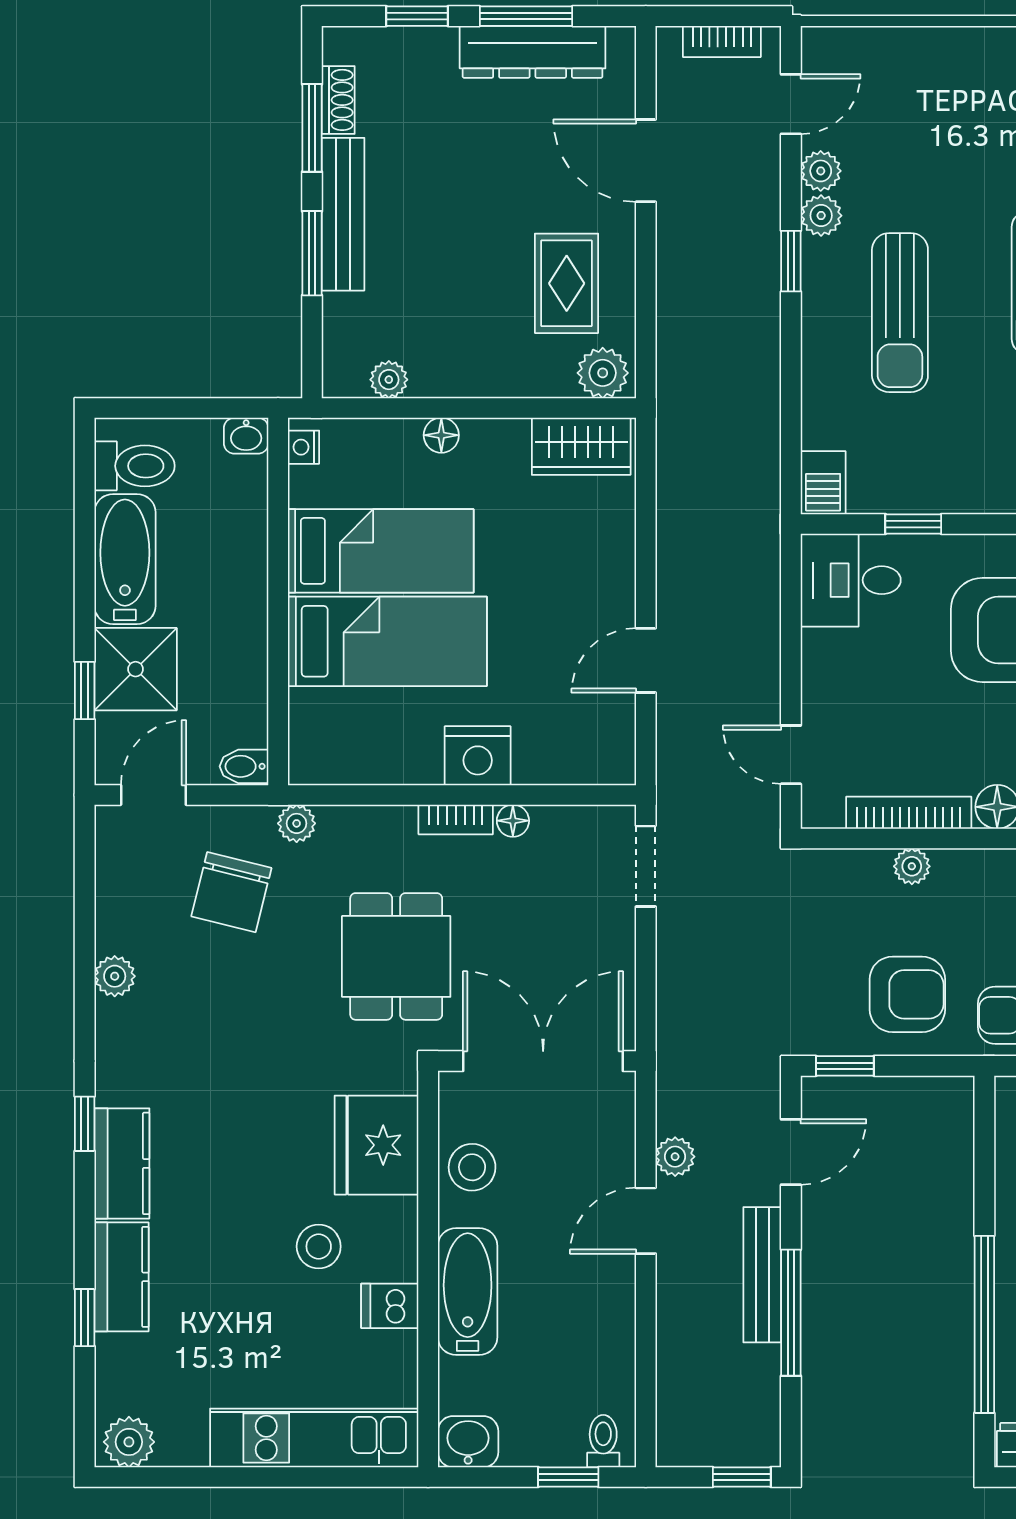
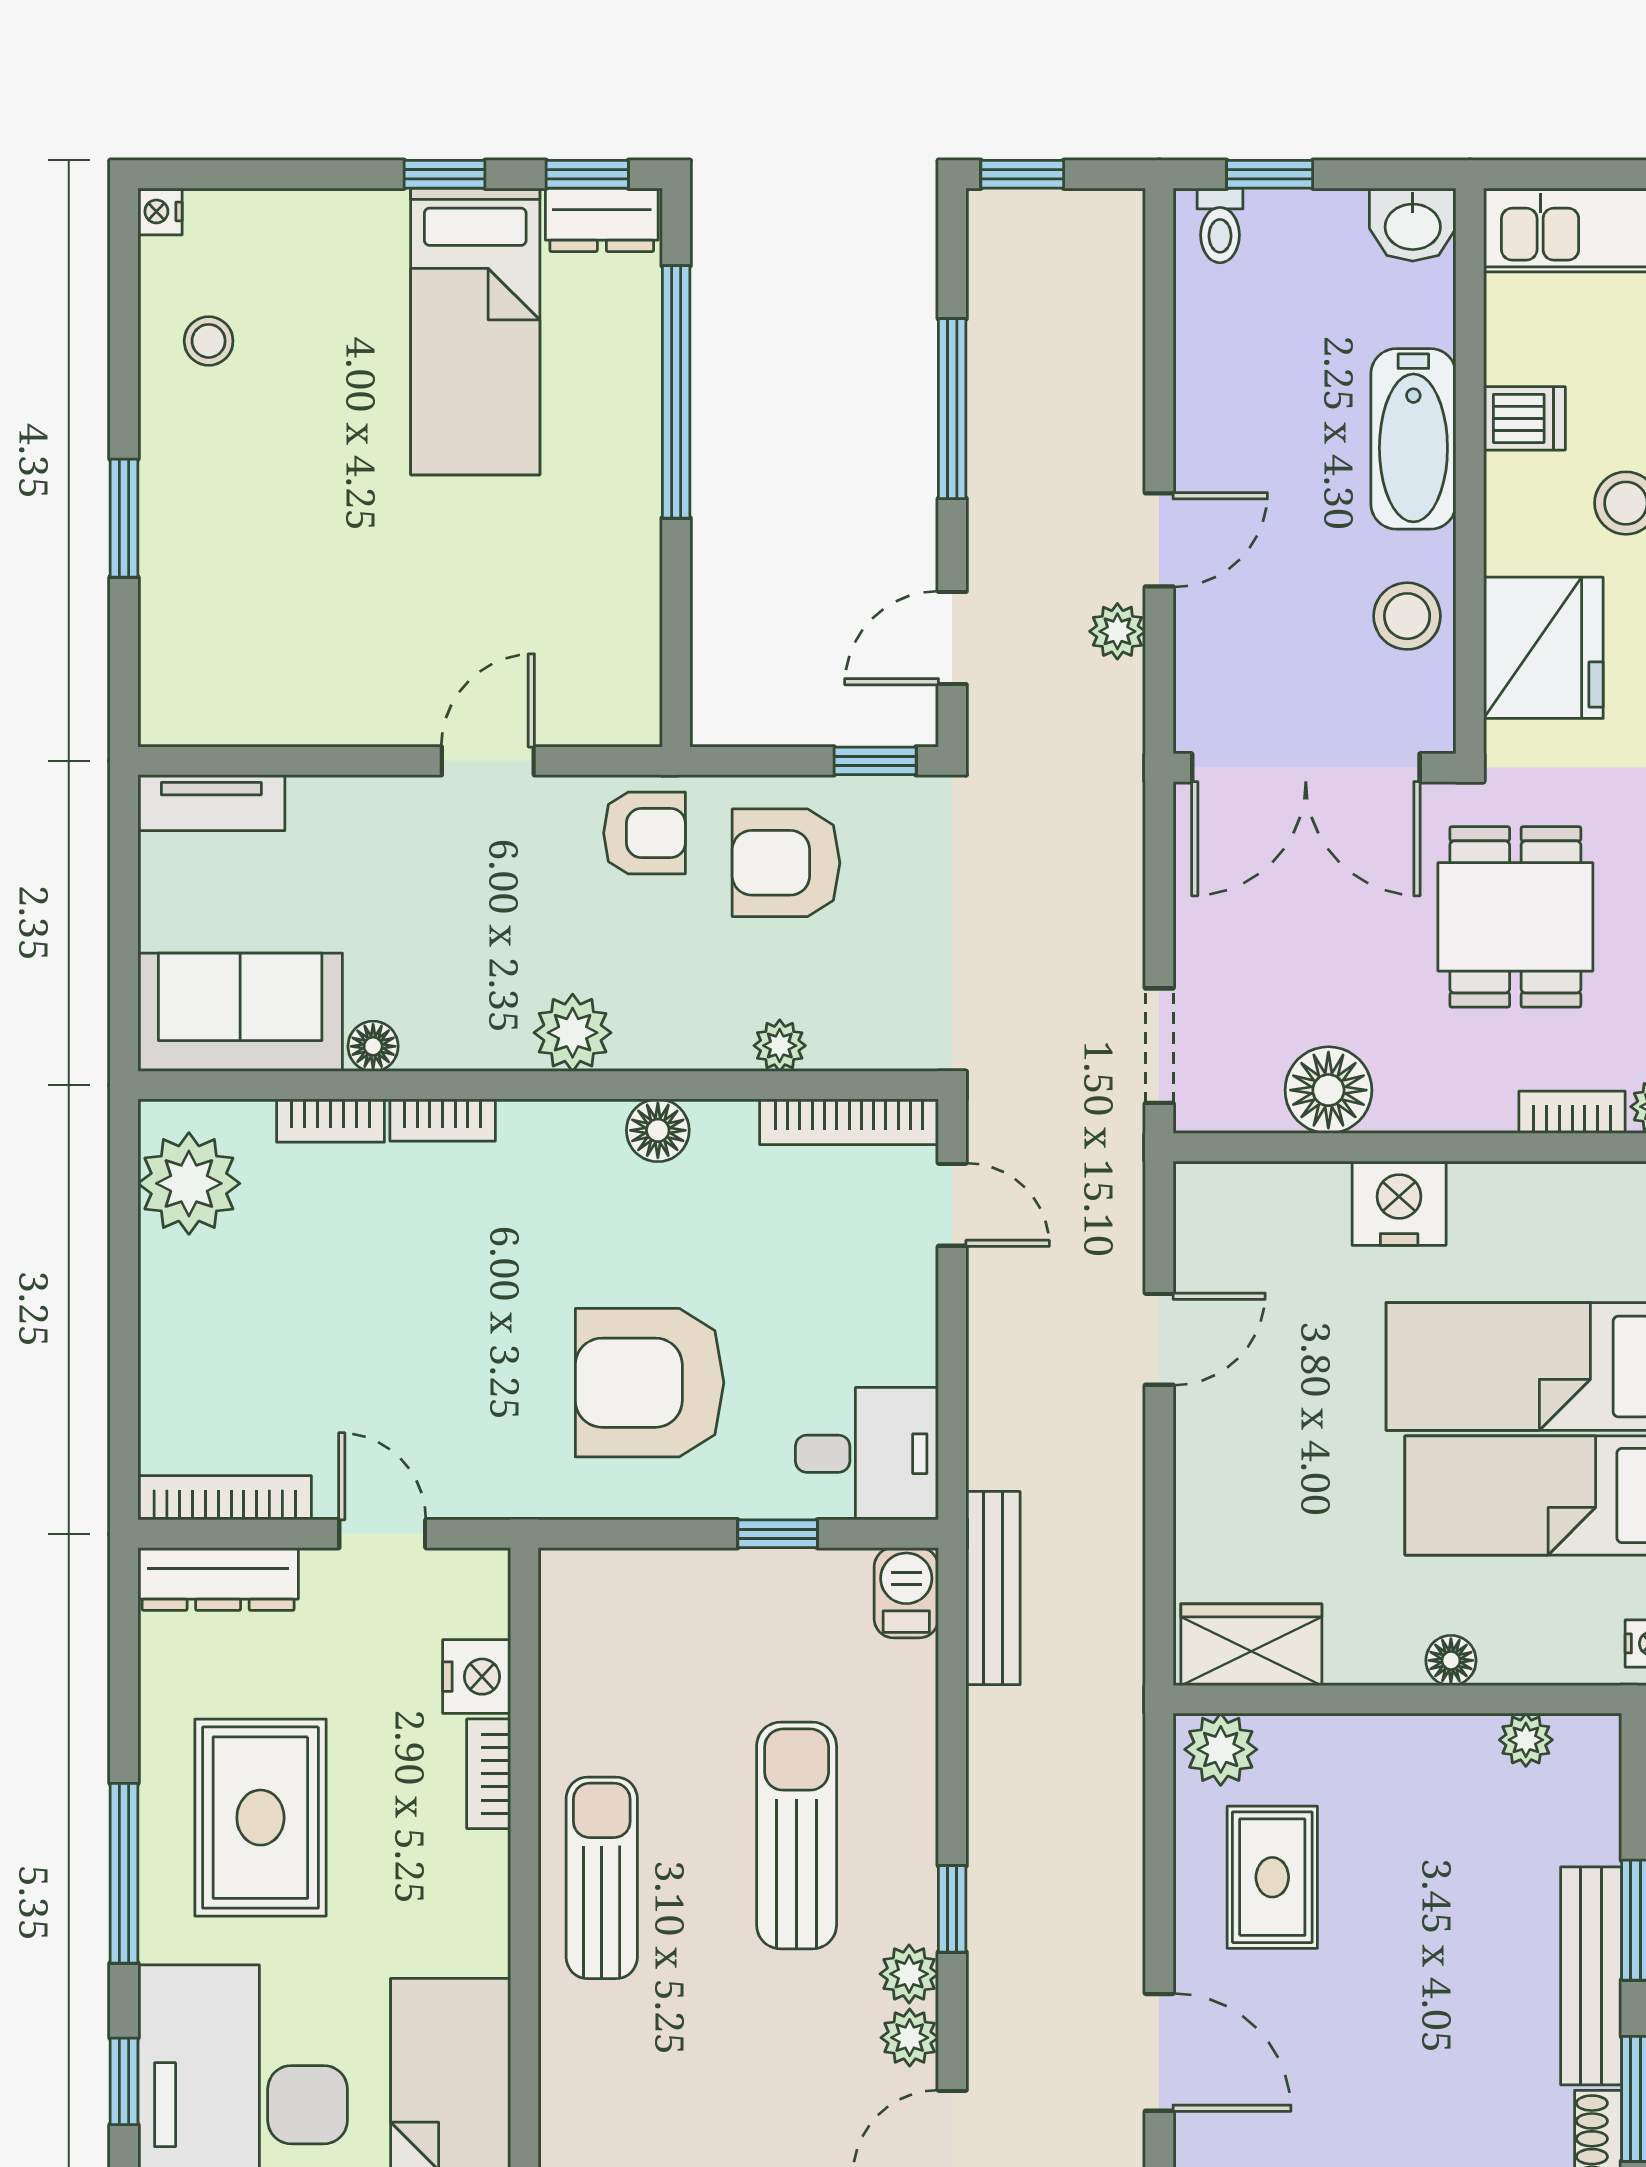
bookcase: (909, 813) -> (849, 1122), moved
bookcase: (456, 819) -> (1572, 1112), moved
floor lamp: (513, 821) -> (1328, 1090), width x1.89, depth x1.89
bench: (762, 1275) -> (993, 1588), moved

